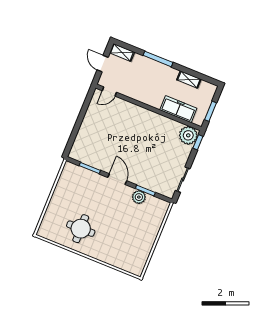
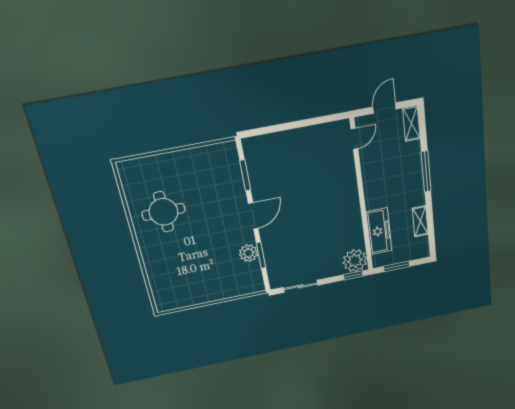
door: (109, 92) -> (354, 139), swing flipped

